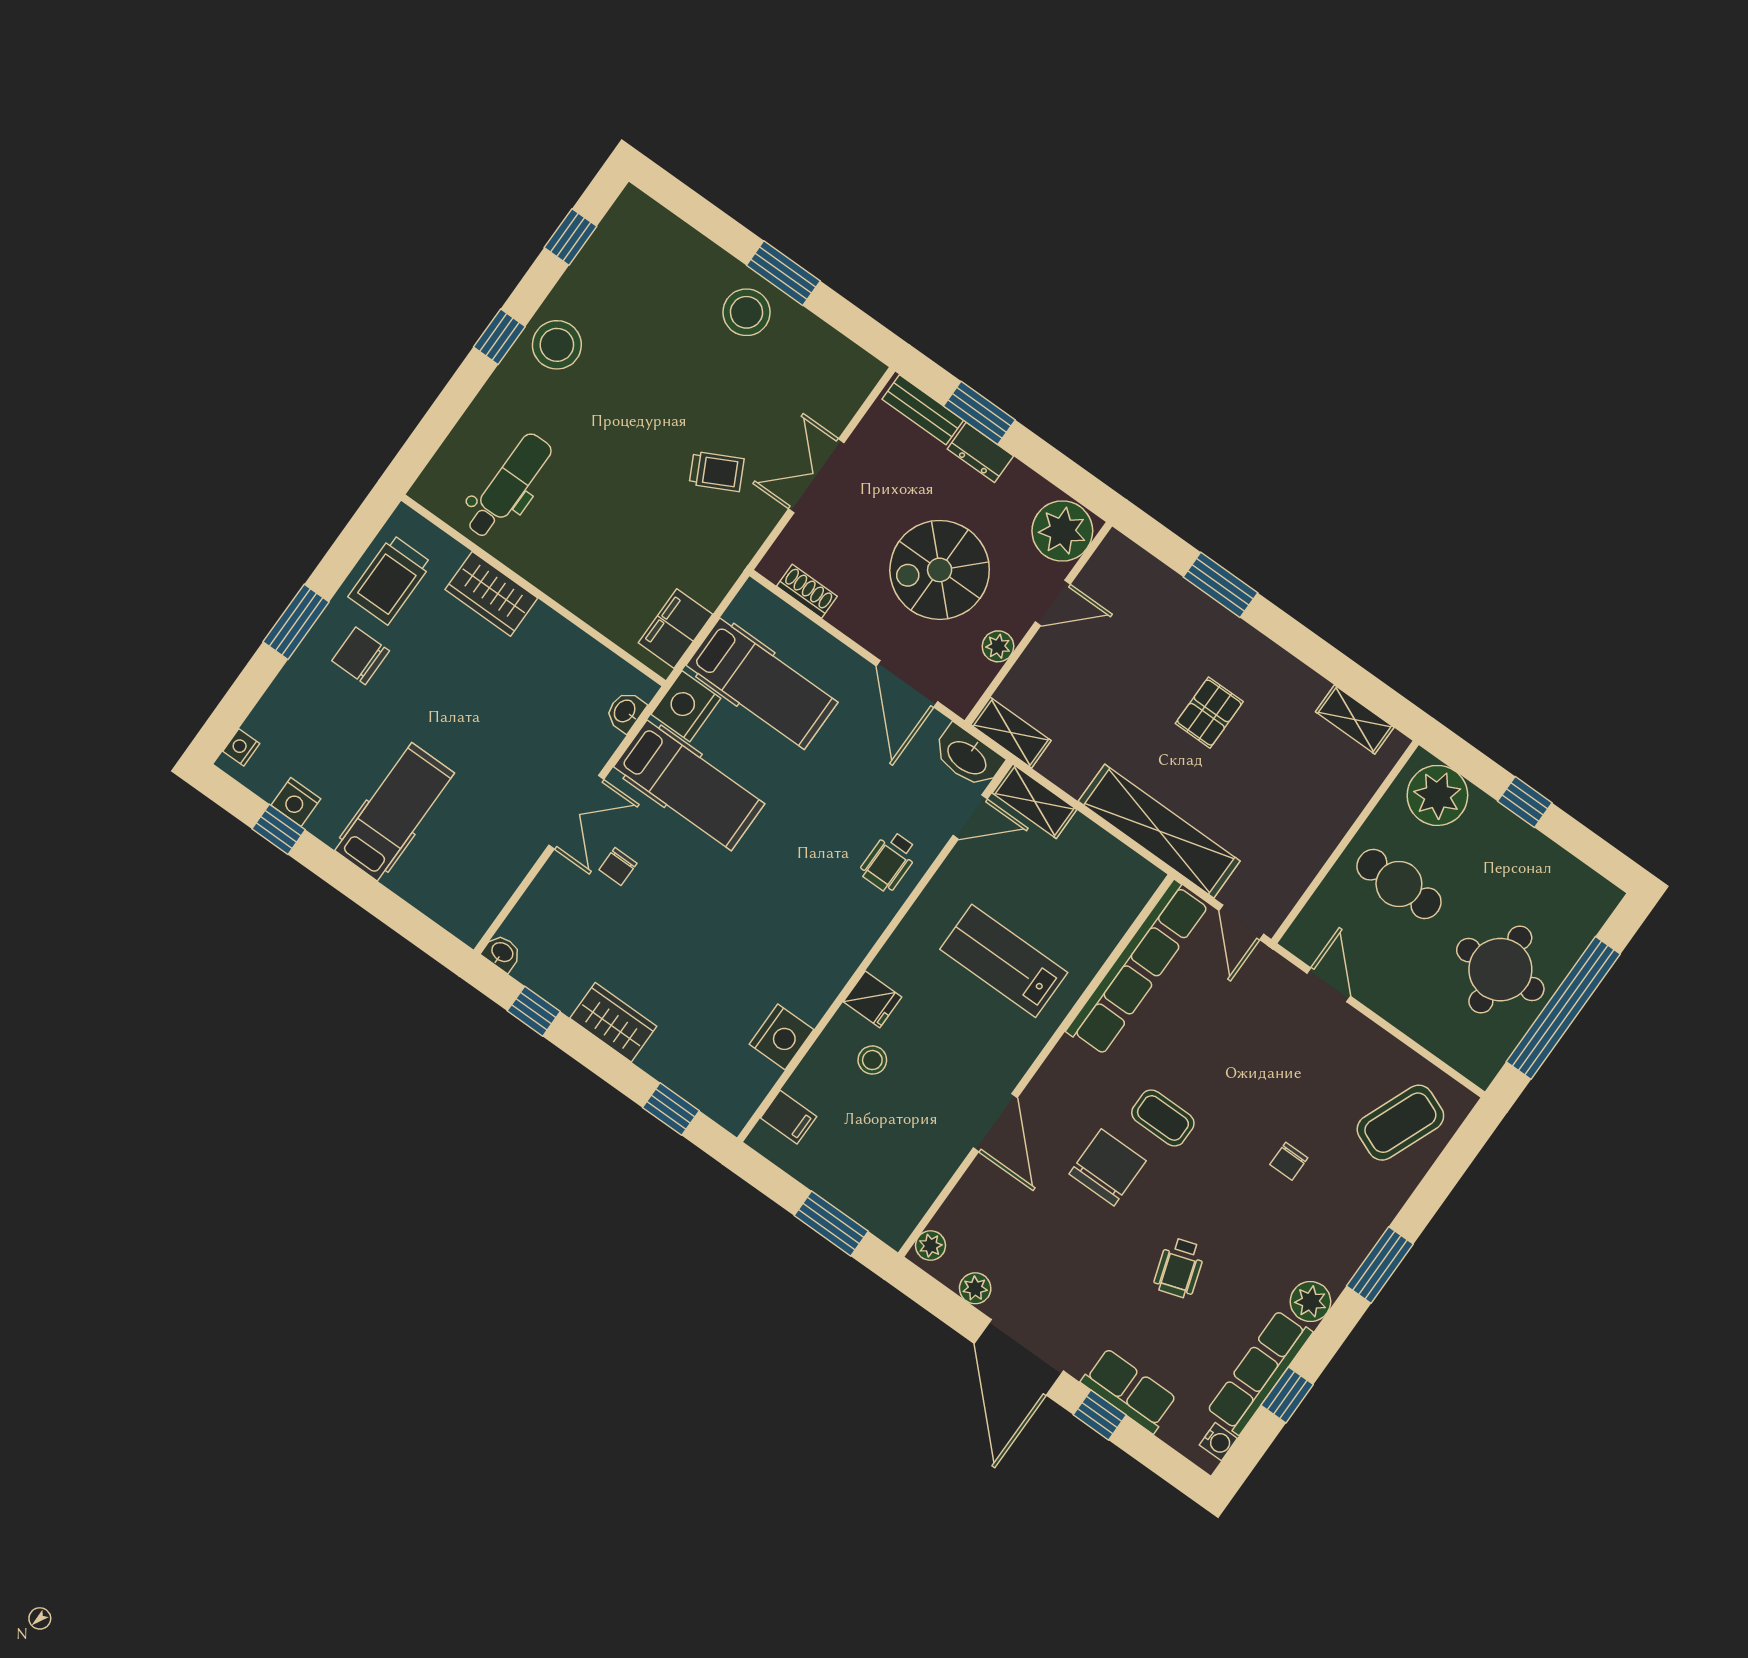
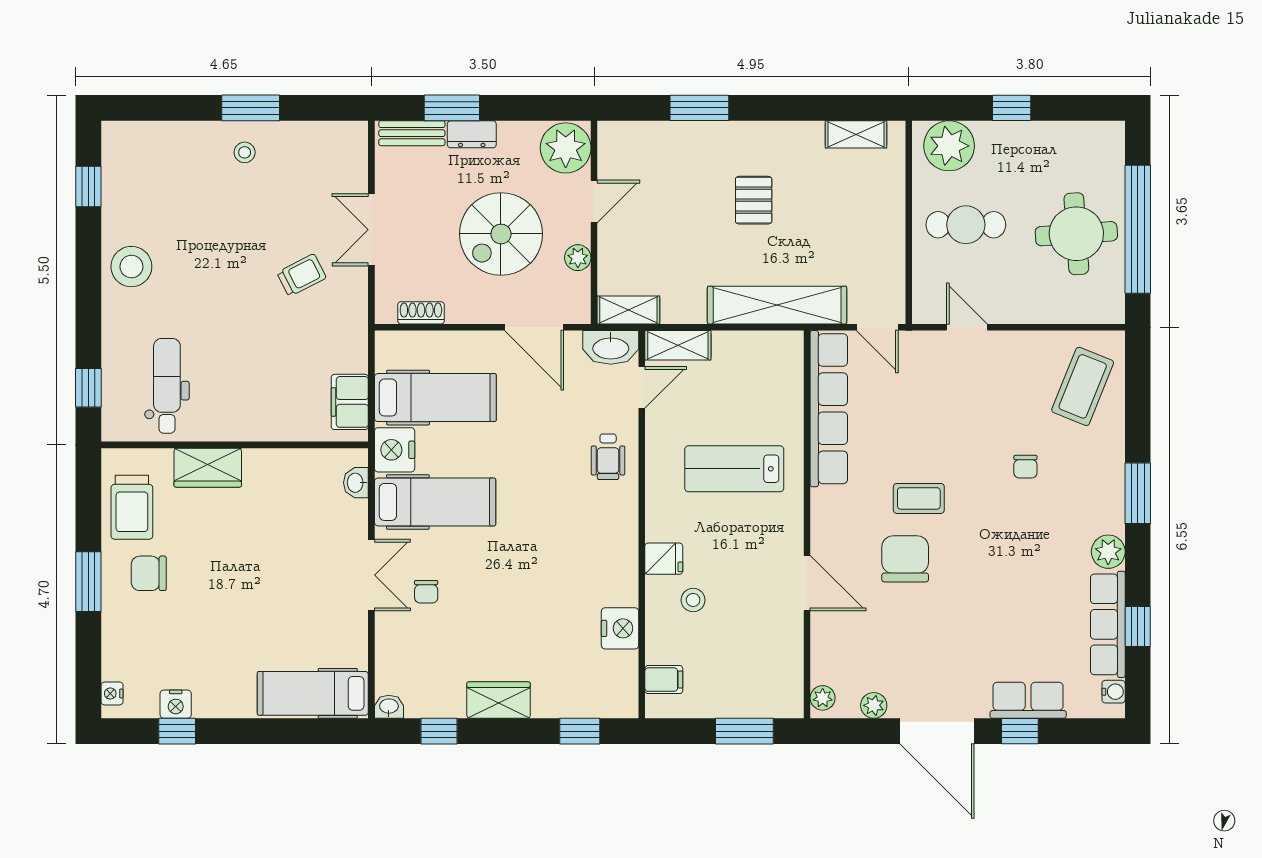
stool: (746, 312) -> (245, 152), width x0.53, depth x0.53
window: (499, 337) -> (88, 388), moved
hospital bed: (395, 812) -> (313, 693), moved, turned -90
wheelchair: (1179, 1268) -> (1003, 592), removed

